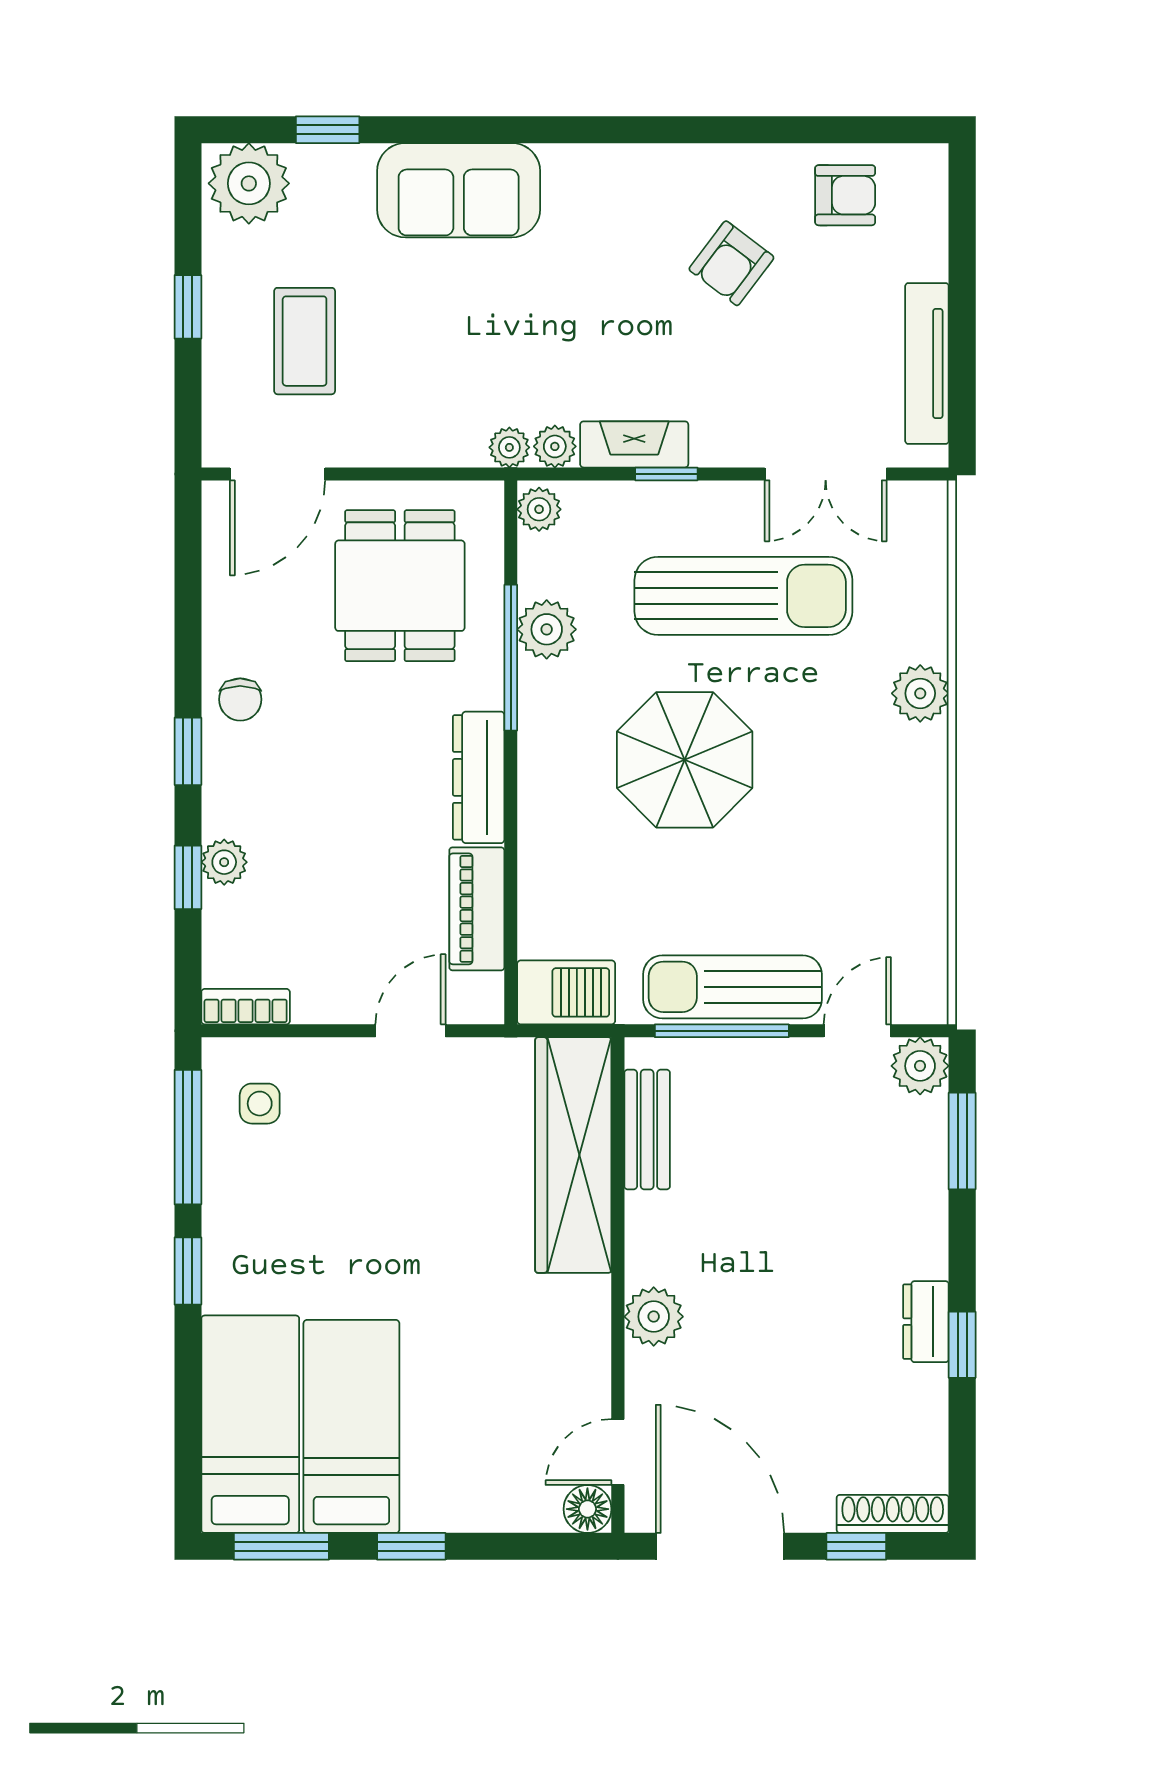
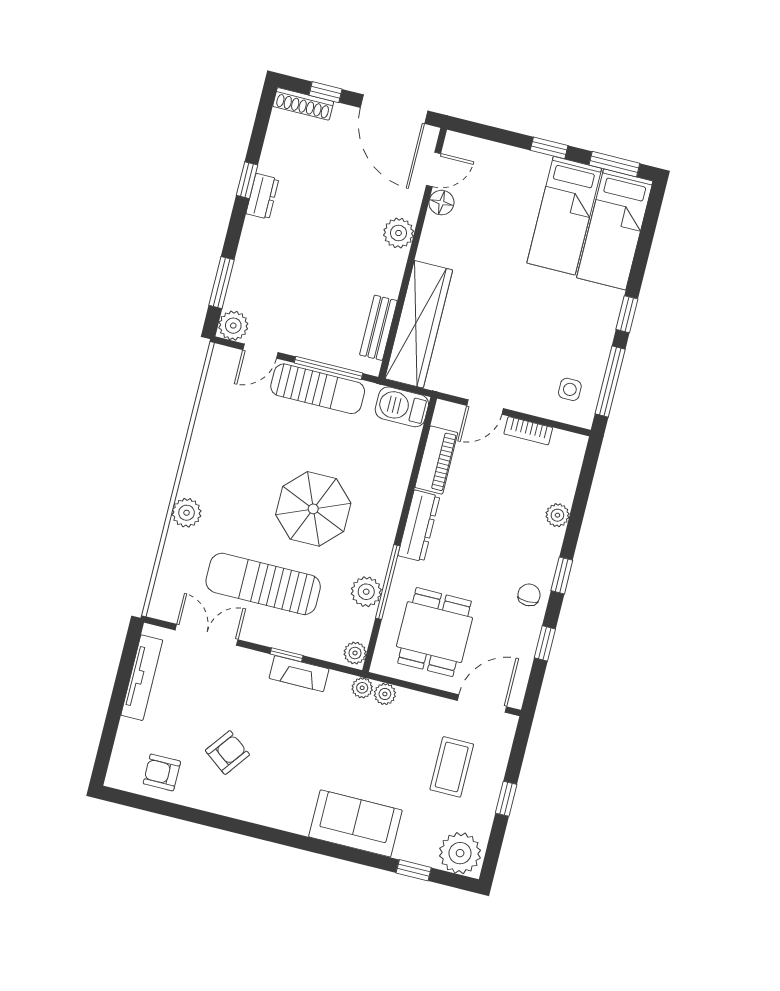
plant: (555, 446) -> (385, 694), moved
window: (188, 877) -> (545, 643), moved
bookcase: (246, 1007) -> (528, 431), moved
floor lamp: (587, 1509) -> (441, 203), moved

